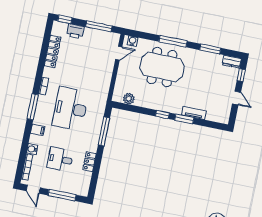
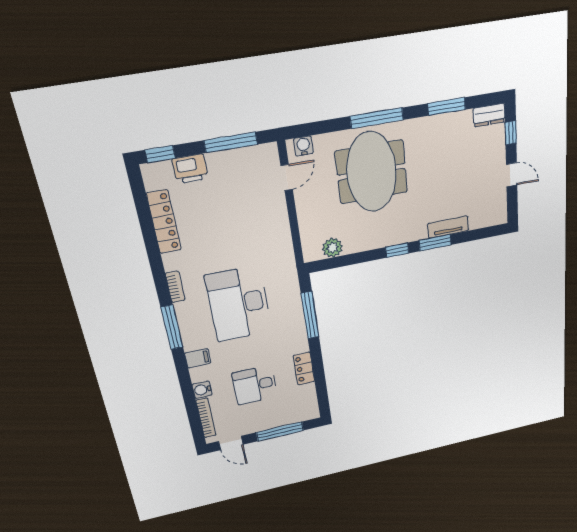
meeting table: (162, 67) -> (372, 172), turned 90

